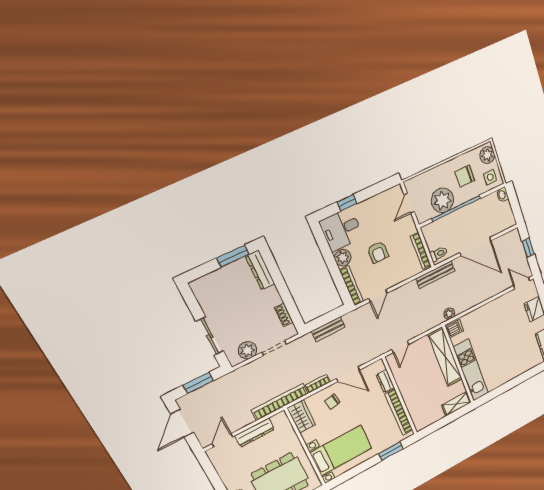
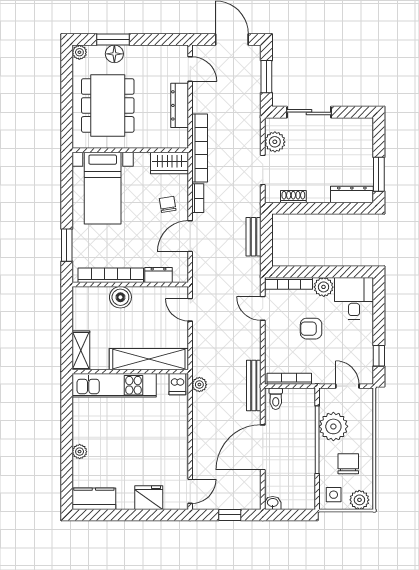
washbasin: (502, 195) -> (273, 503), moved
window: (347, 203) -> (379, 356), moved
plant: (521, 369) -> (80, 452), added
boiler: (411, 398) -> (120, 297), added

